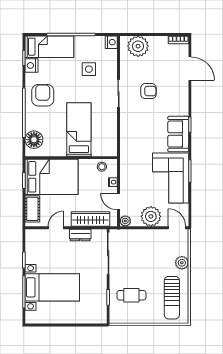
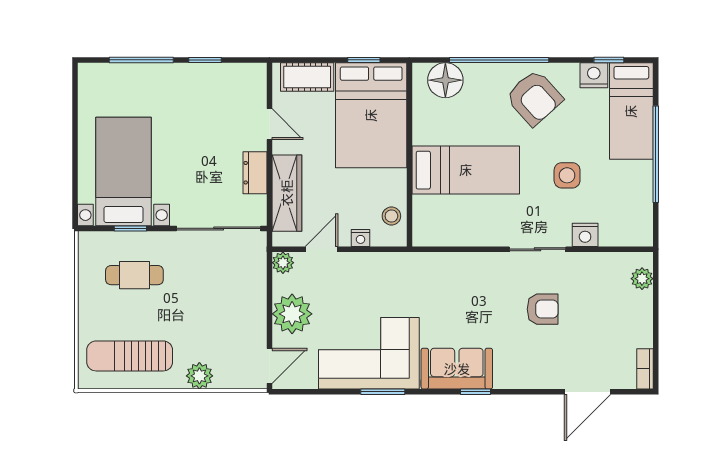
nightstand: (111, 42) -> (585, 235), moved
plant: (138, 46) -> (642, 279), width x0.53, depth x0.53
side table: (89, 69) -> (567, 175), moved
armchair: (148, 91) -> (543, 309), turned -90
armchair: (43, 95) -> (534, 98), turned 48
bed with nightstands: (52, 287) -> (124, 172), moved, turned 180
cafe table: (131, 295) -> (134, 275), turned 90

